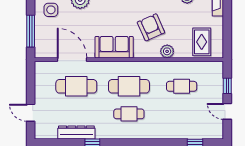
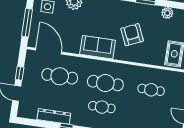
plant: (167, 51) -> (143, 58), removed
door: (72, 60) -> (49, 51), moved
window: (31, 90) -> (20, 73), added

